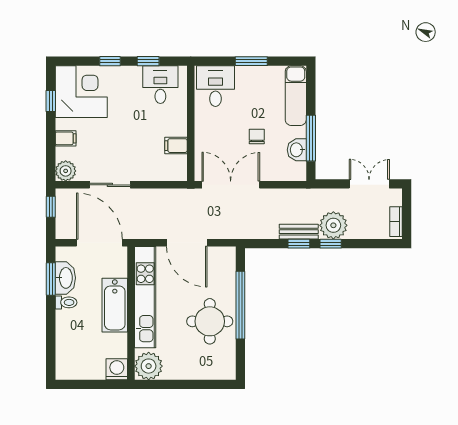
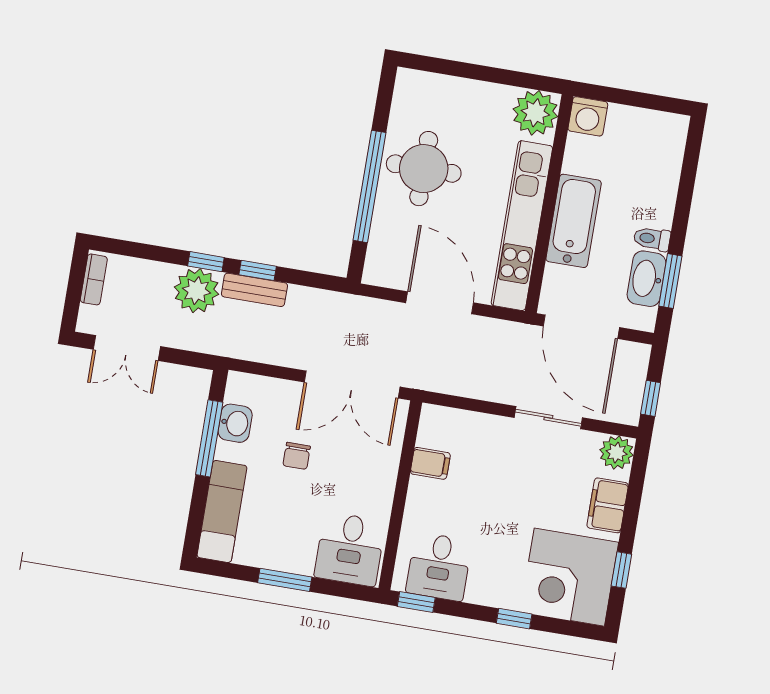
window: (148, 61) -> (416, 602), moved
filing cabinet: (66, 138) -> (608, 505), width x2.00

